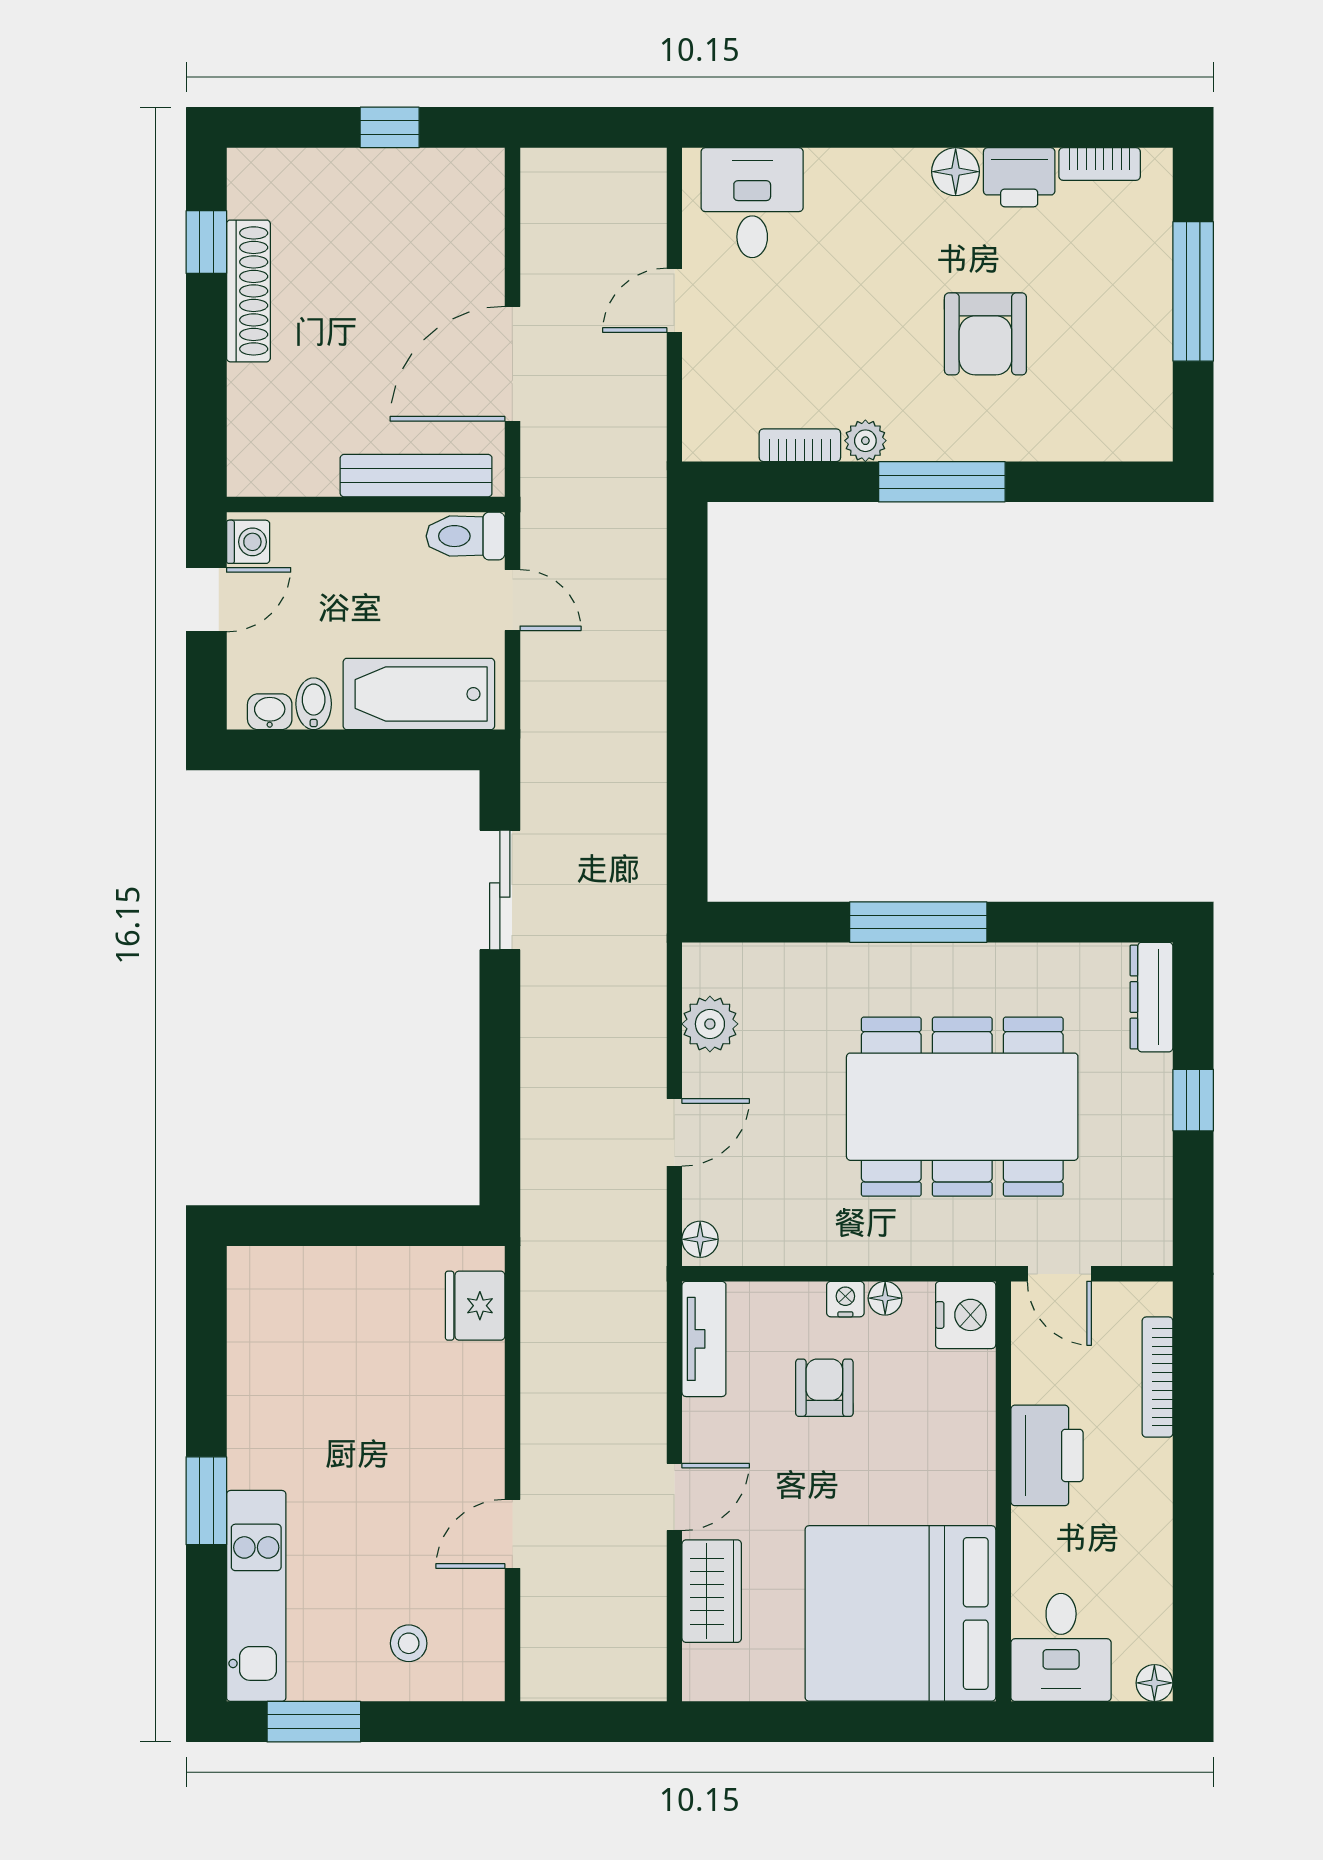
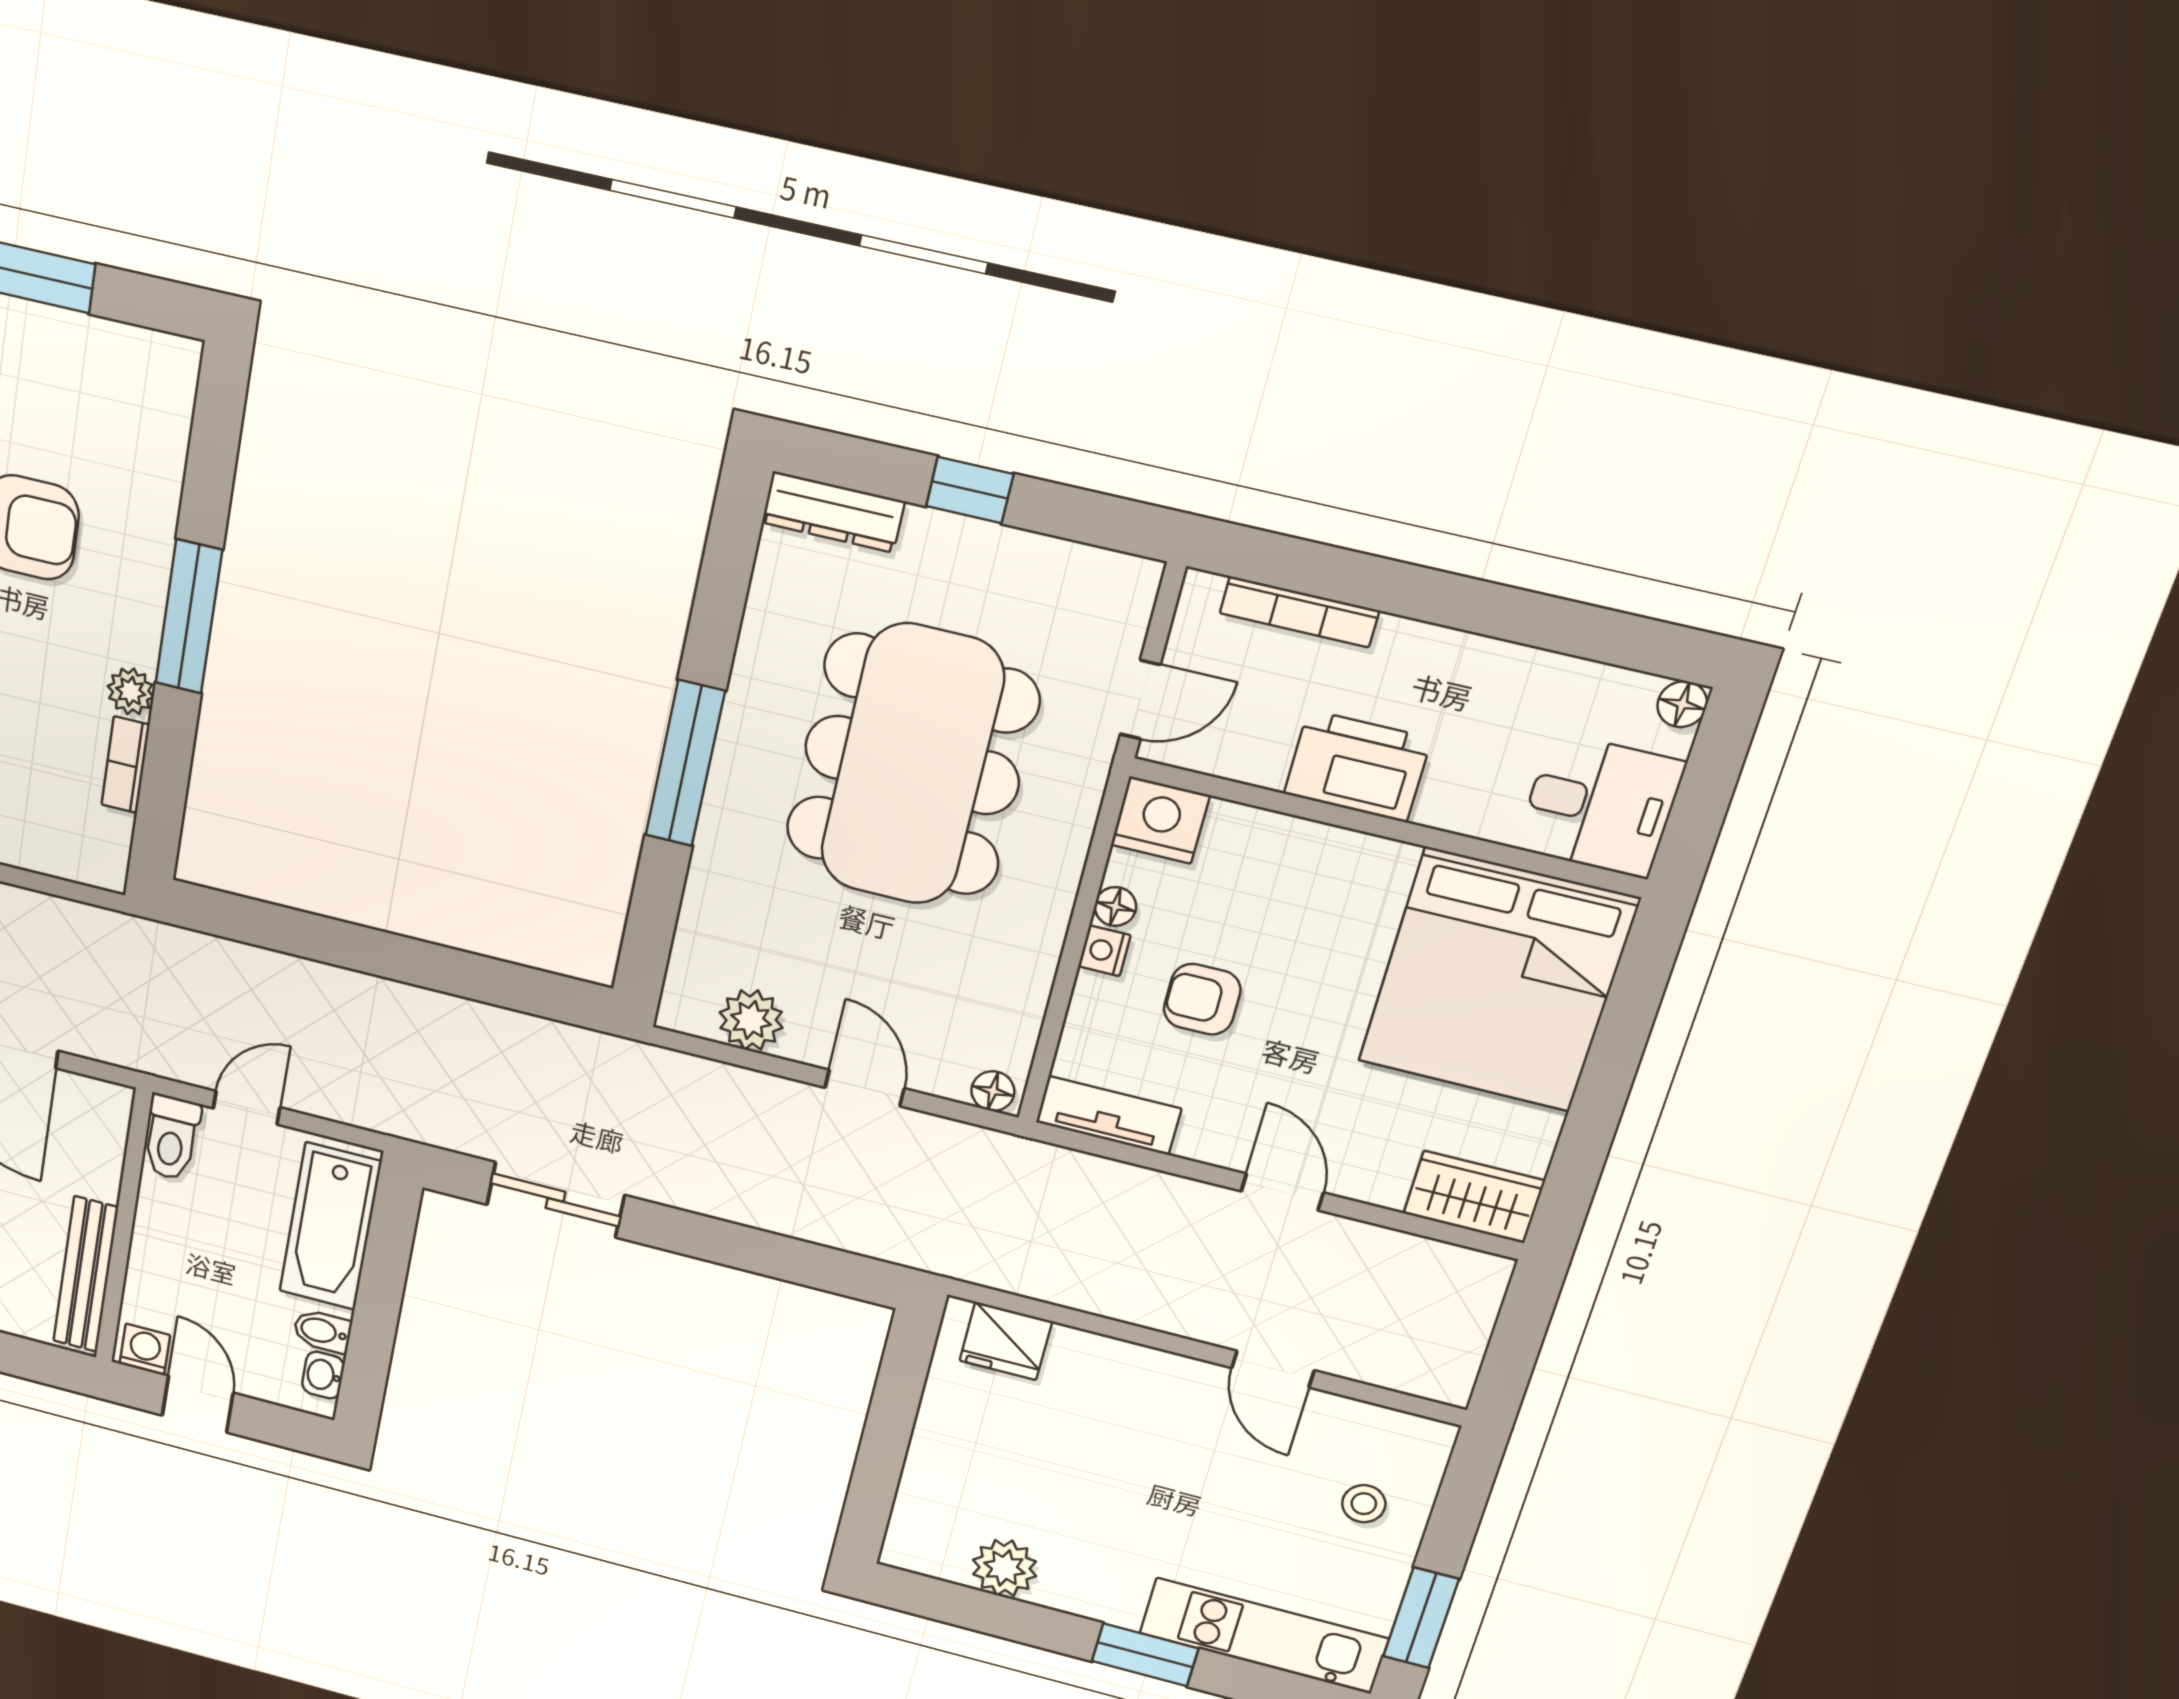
bench: (416, 476) -> (86, 1274), moved
plant: (256, 1358) -> (1005, 1568), added
wardrobe: (712, 1591) -> (1474, 1197), moved

